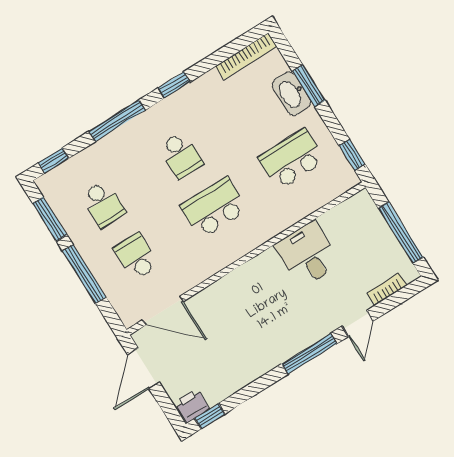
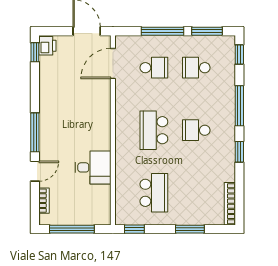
washbasin: (291, 93) -> (192, 216), removed
school desk: (214, 208) -> (154, 130), turned 180
door: (357, 324) -> (35, 171), swing flipped

